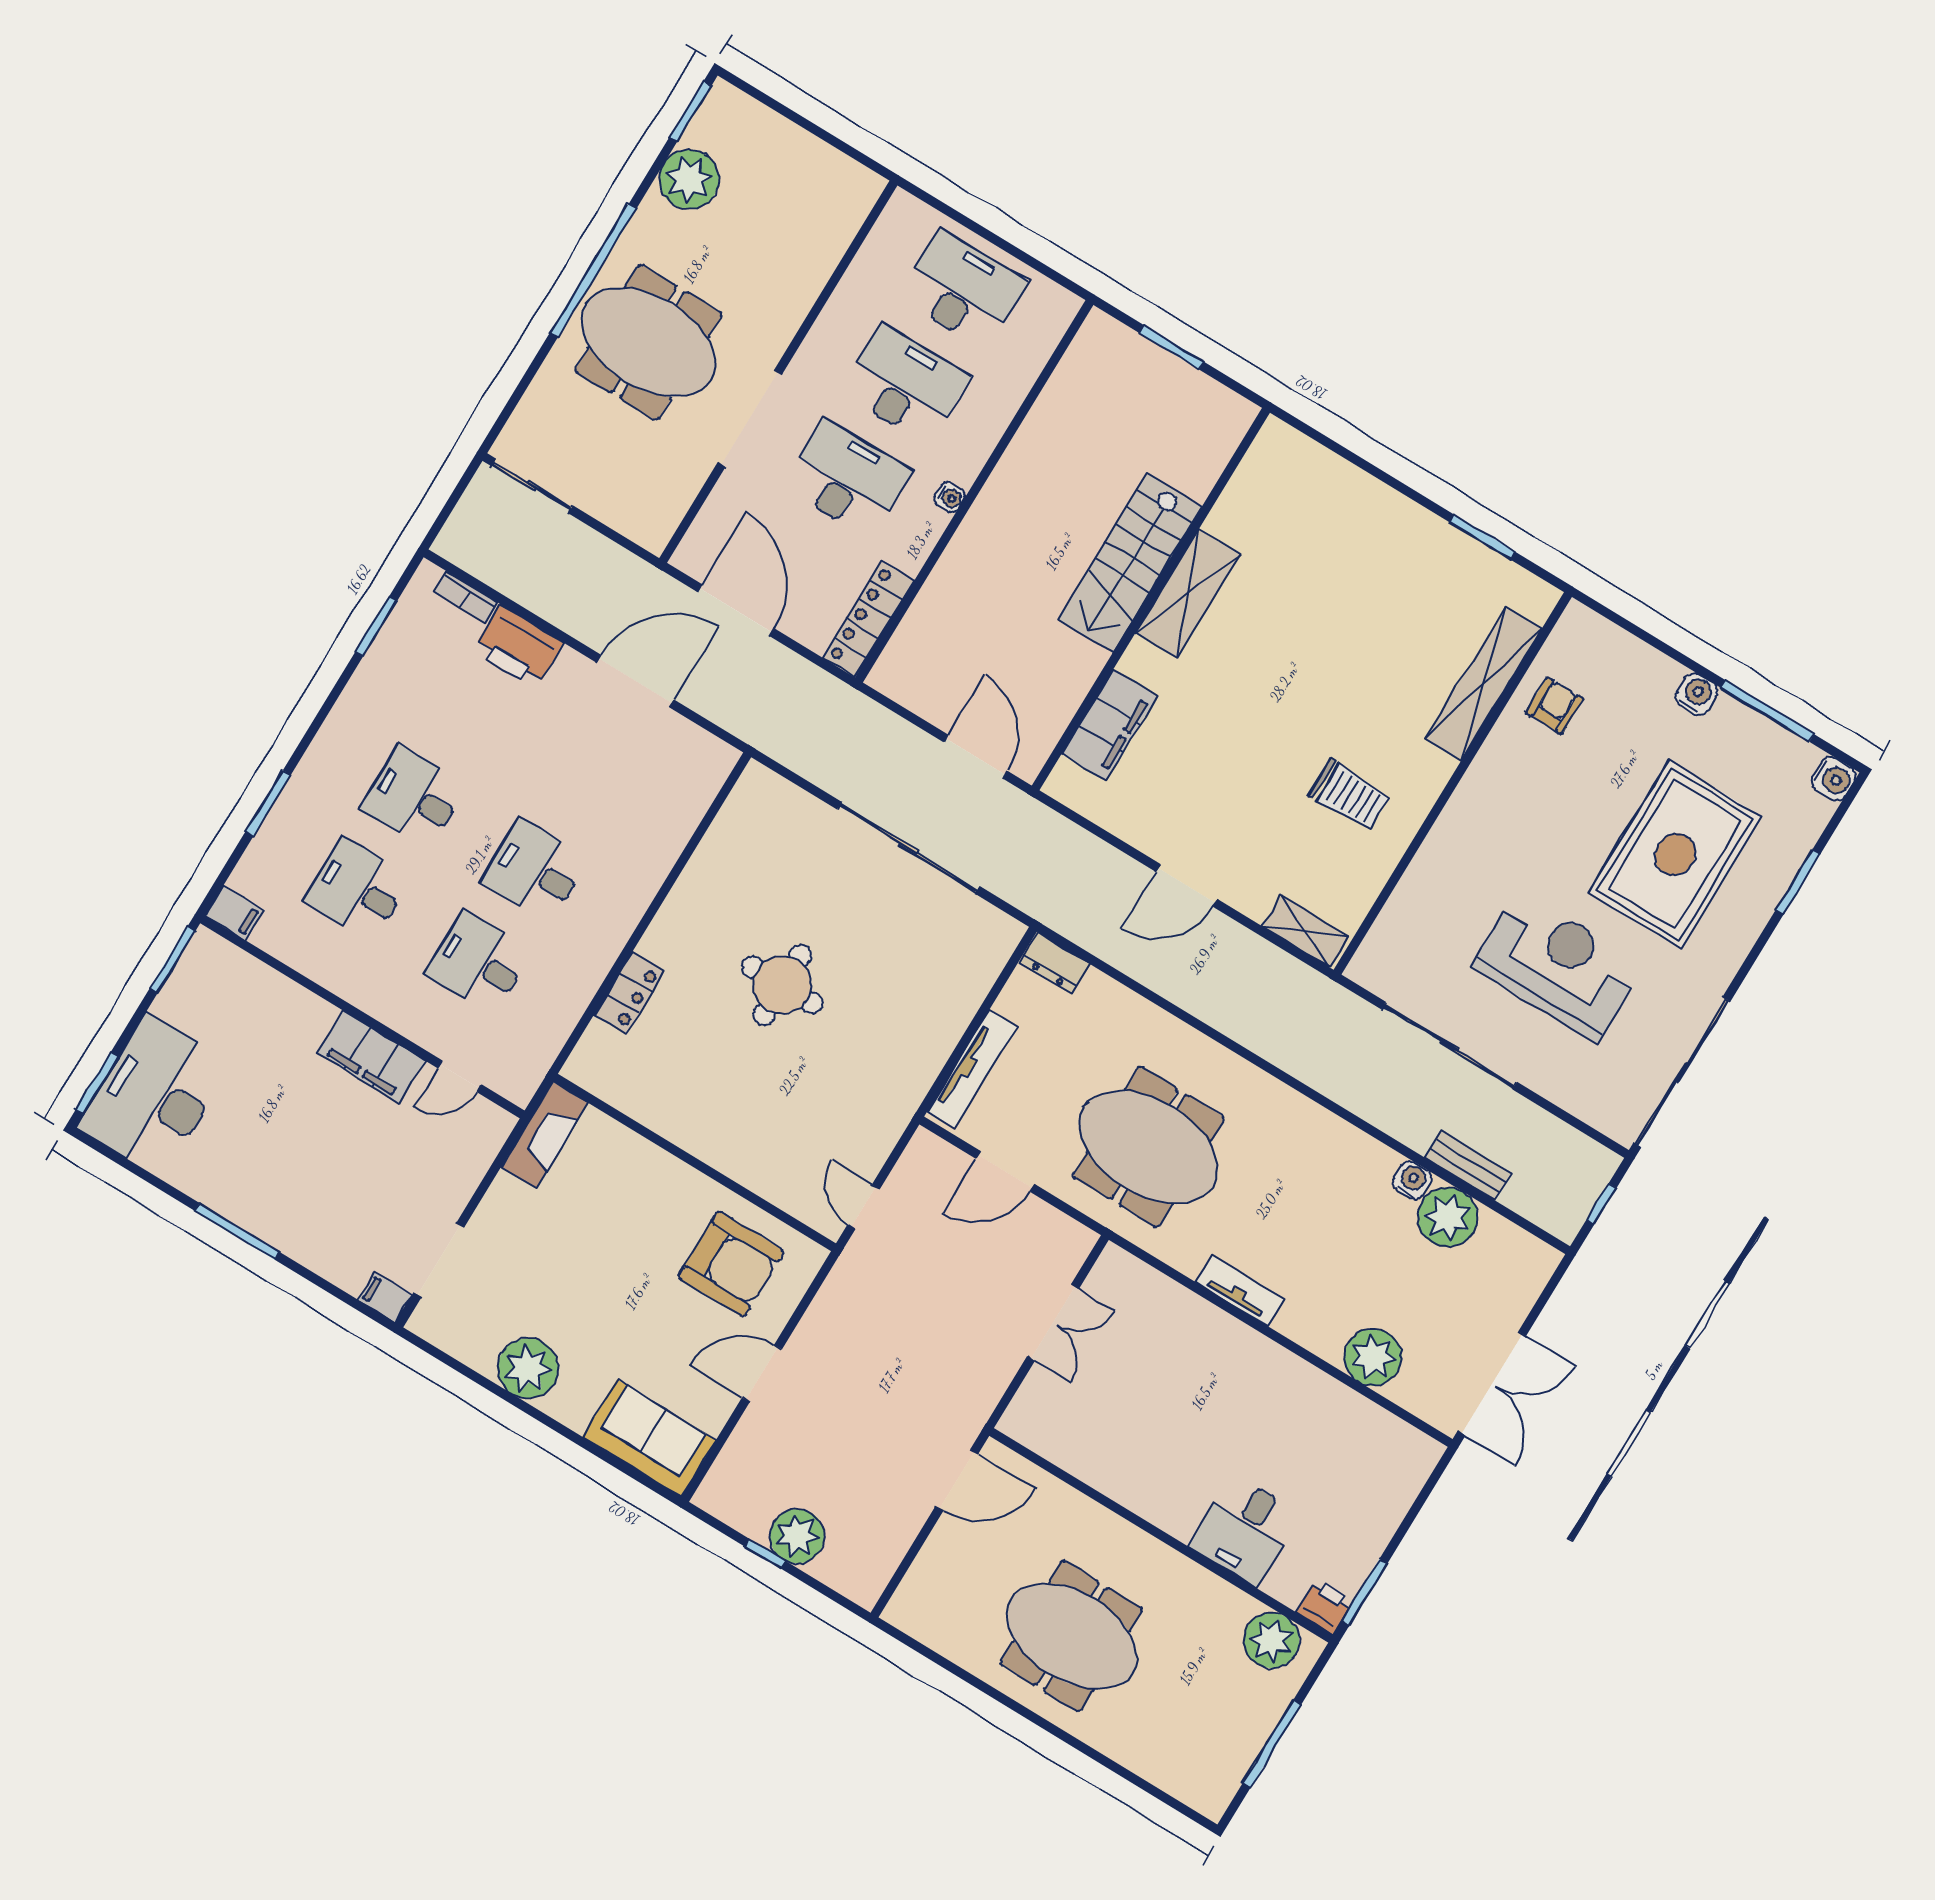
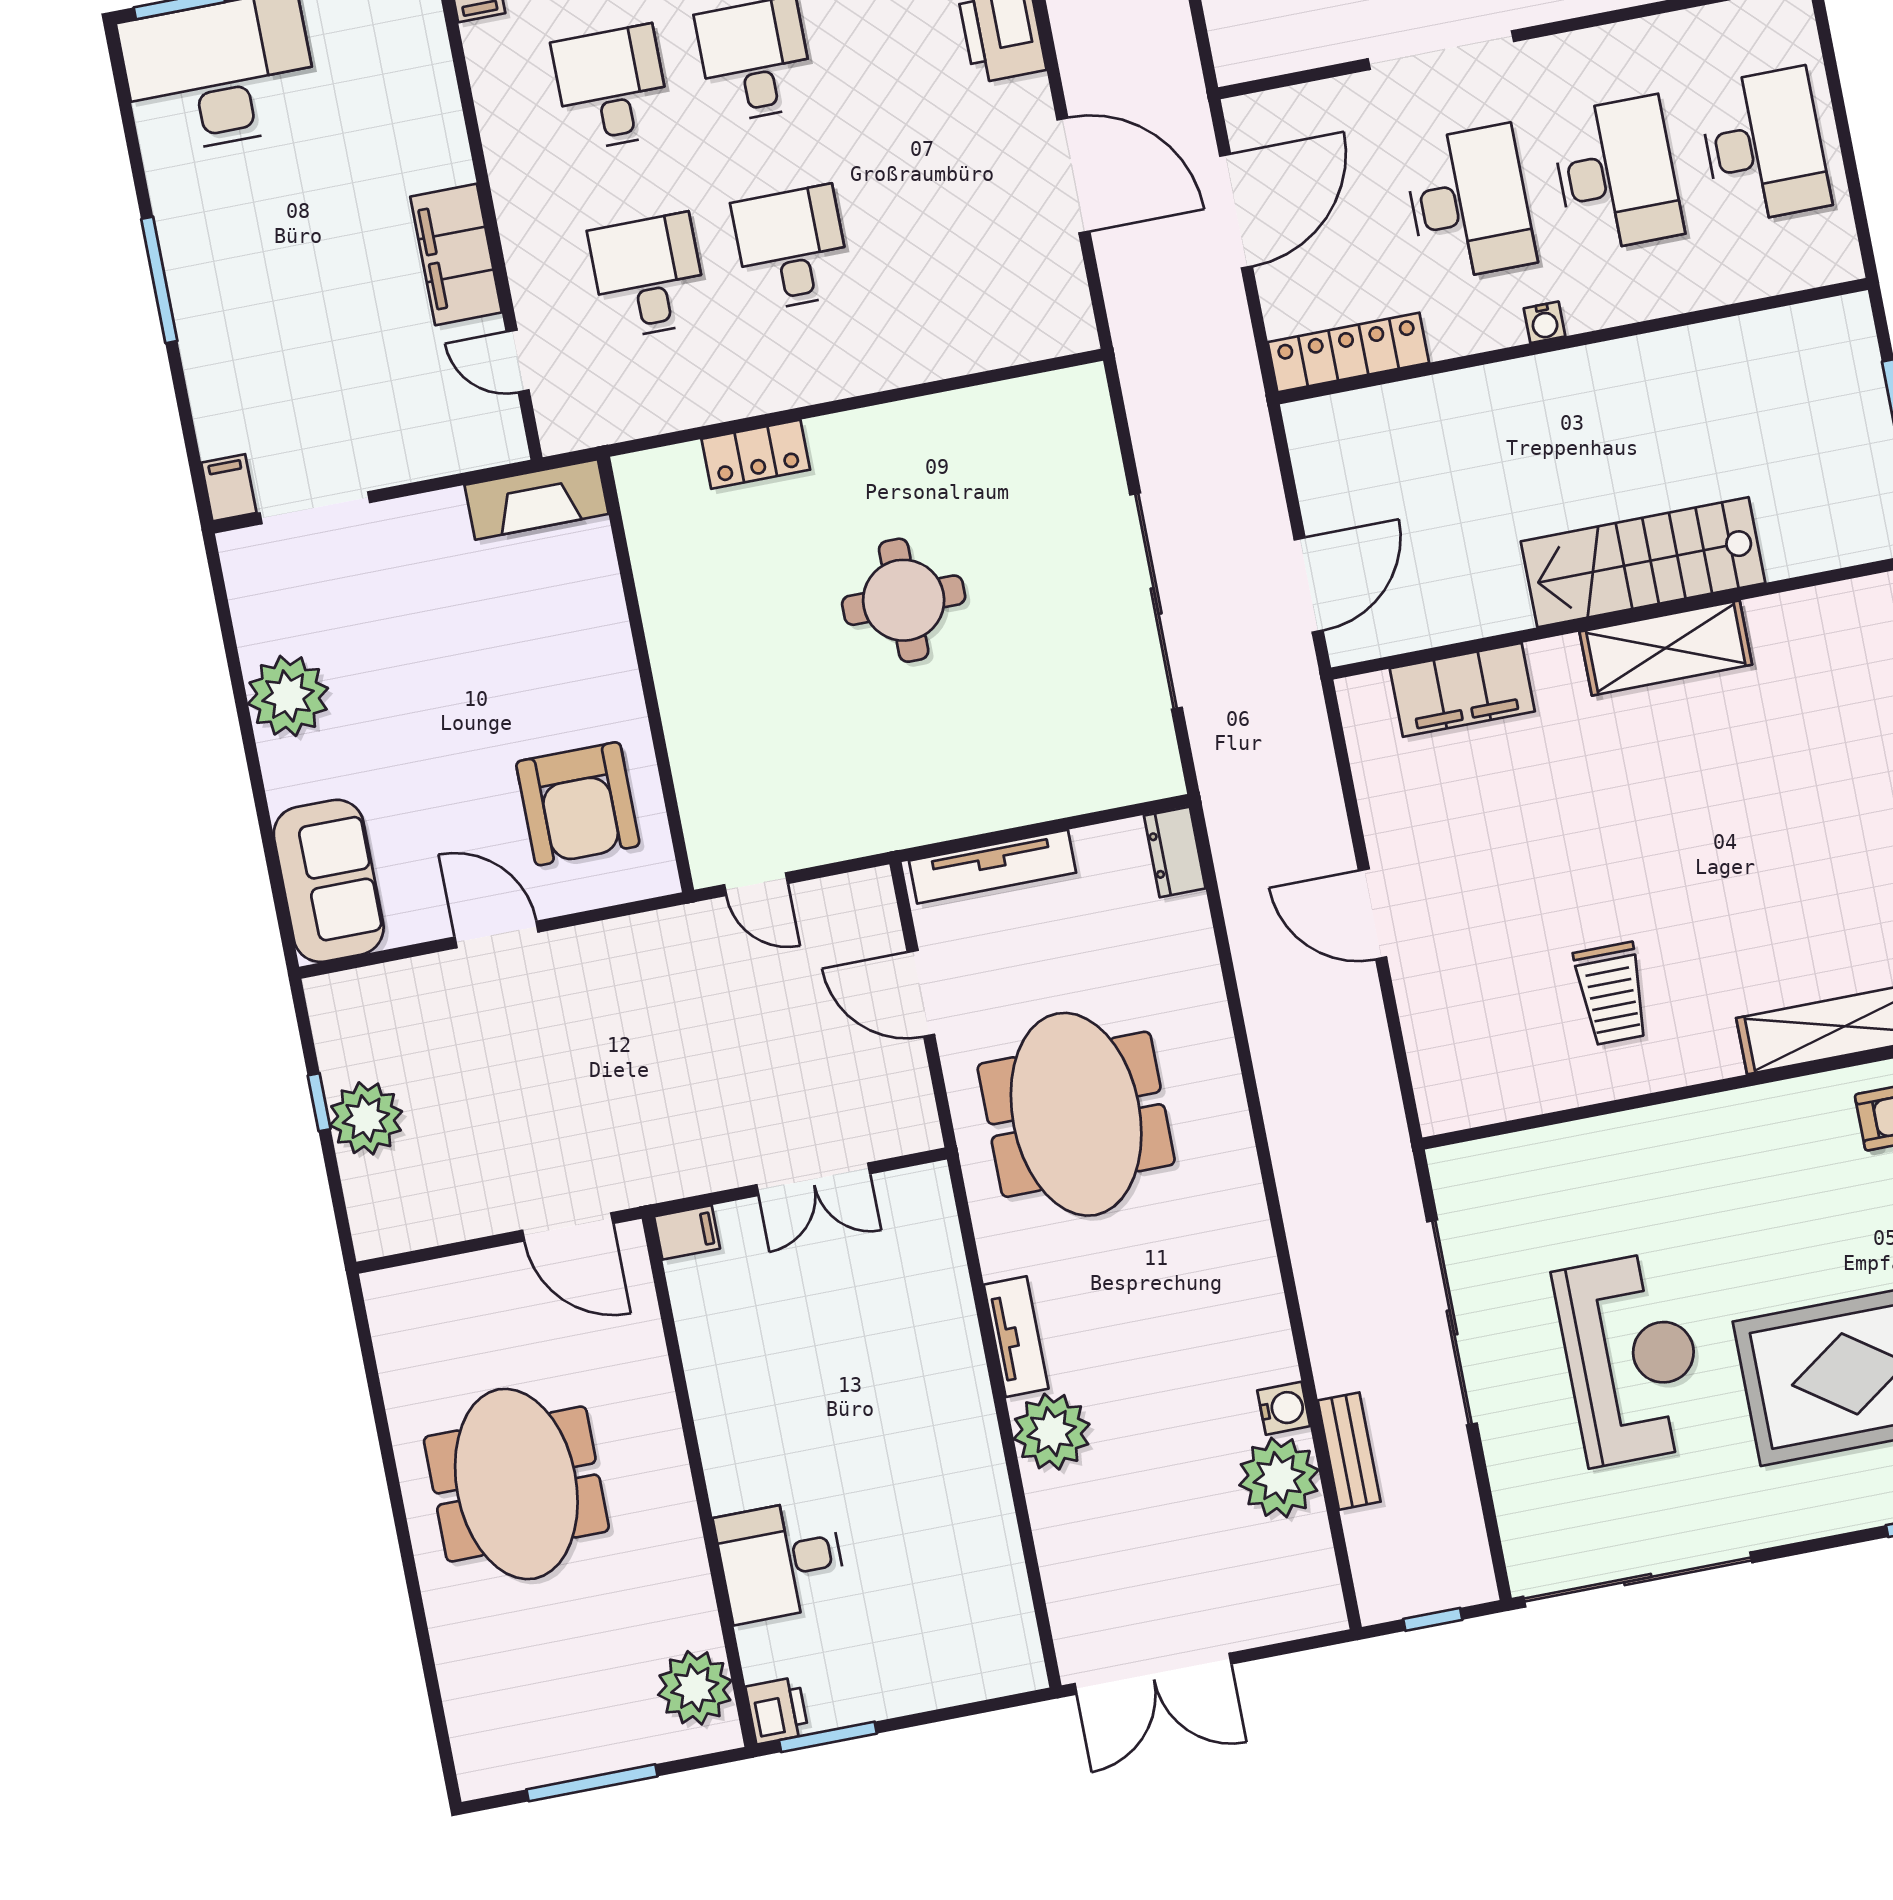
shelving: (1305, 932) -> (1435, 1074), removed
door: (864, 1207) -> (756, 884), swing flipped
plant: (1373, 1357) -> (1052, 1432), moved
filing cabinet: (1019, 1418) -> (687, 1232), added

